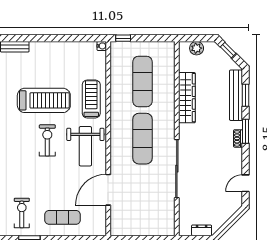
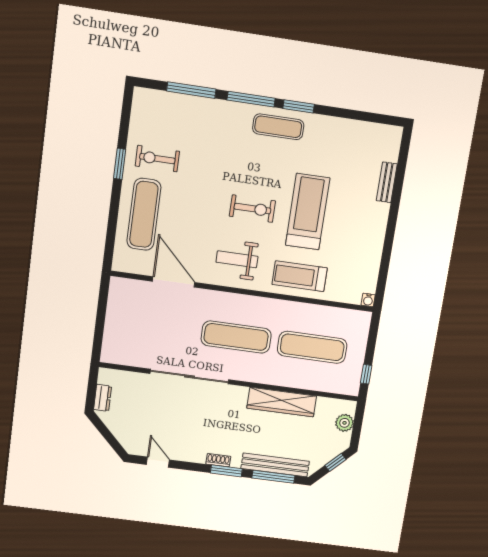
window: (123, 38) -> (366, 374), moved
window: (245, 95) -> (273, 477), width x1.44
treadmill: (91, 99) -> (300, 276), turned 180
treadmill: (44, 100) -> (308, 212), turned 180
weight bench: (85, 146) -> (237, 259), width x0.73, depth x0.75
exercise bike: (22, 213) -> (157, 159), turned 180
exercise mat: (63, 217) -> (144, 214), width x1.36, depth x1.45

